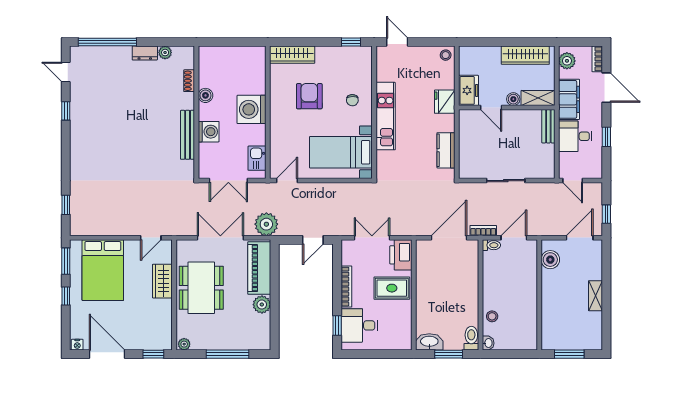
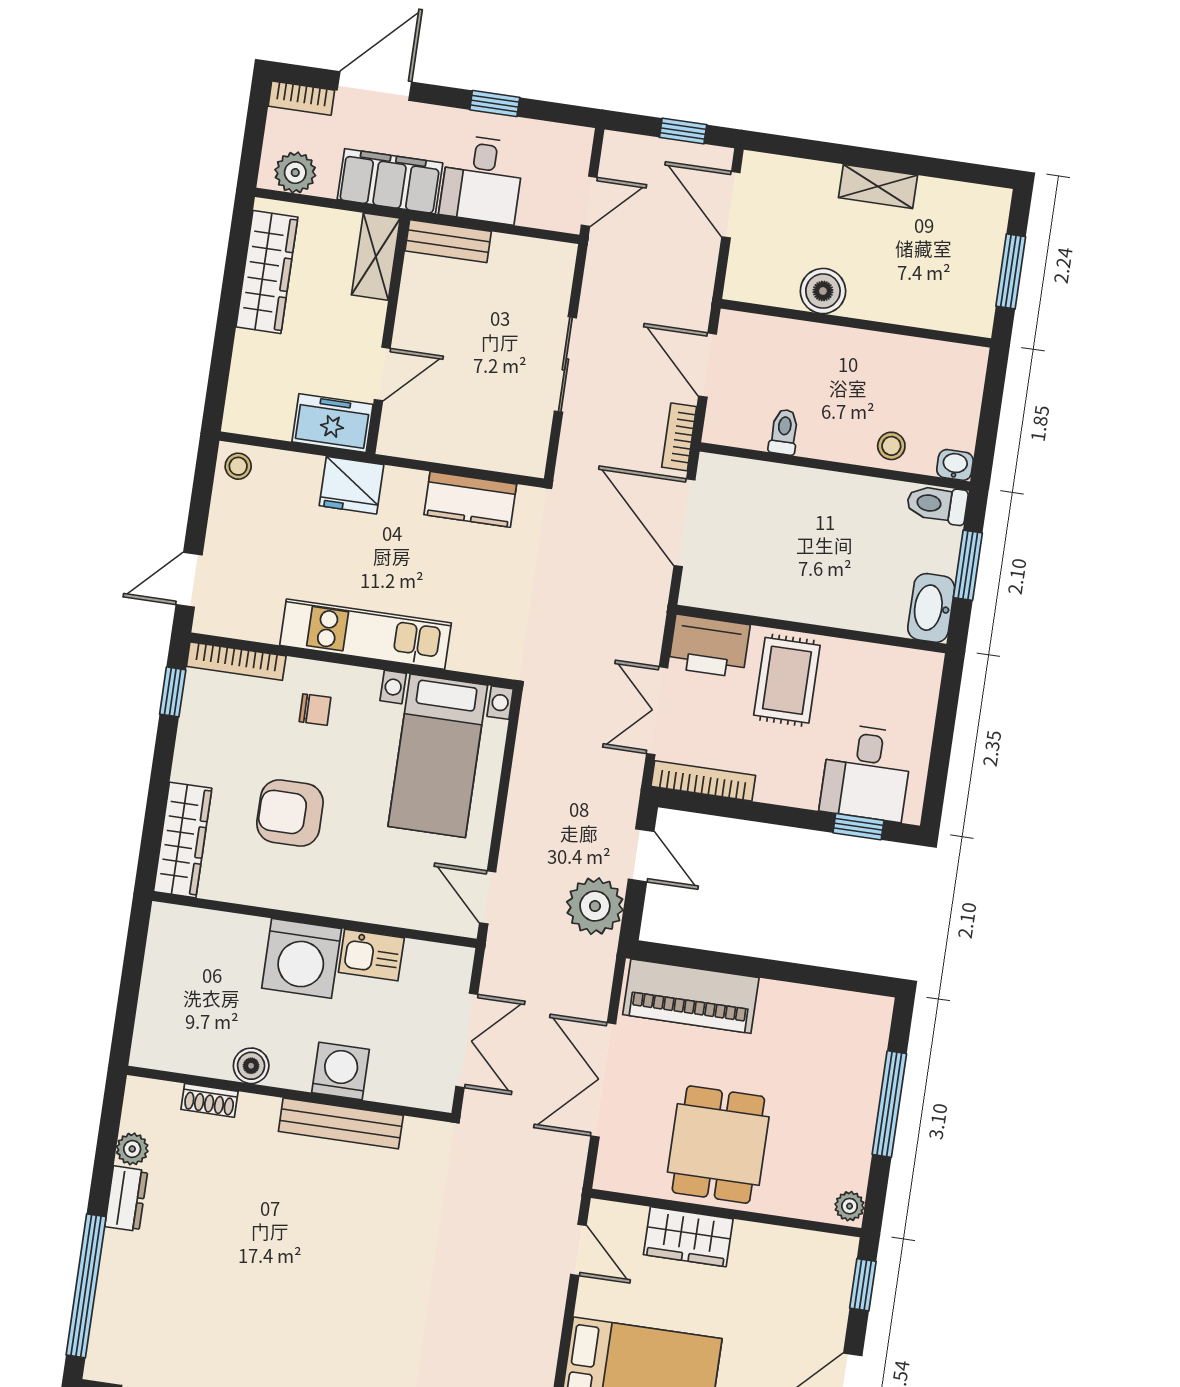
bookcase: (367, 66) -> (236, 661), added
boiler: (513, 99) -> (370, 317), removed
kitchen sink: (257, 158) -> (371, 955), moved
plant: (266, 224) -> (595, 906), moved
toilet: (491, 245) -> (784, 432), moved
boiler: (550, 260) -> (823, 291), moved
bookcase: (346, 287) -> (703, 781), moved
dining table: (201, 288) -> (718, 1145), width x0.73
plant: (262, 305) -> (781, 1003), removed

